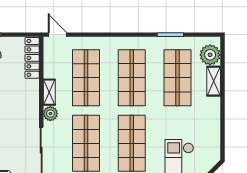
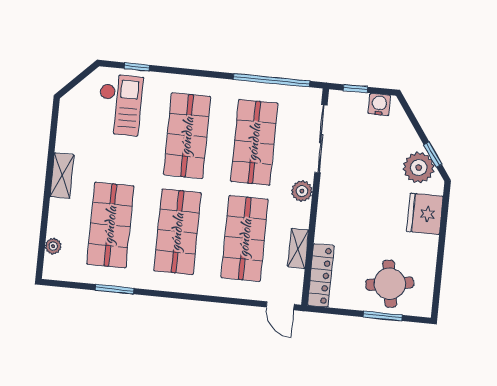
plant: (210, 55) -> (53, 246), width x0.53, depth x0.53
shelving: (214, 81) -> (62, 176), moved
shelving: (49, 92) -> (298, 248), moved

